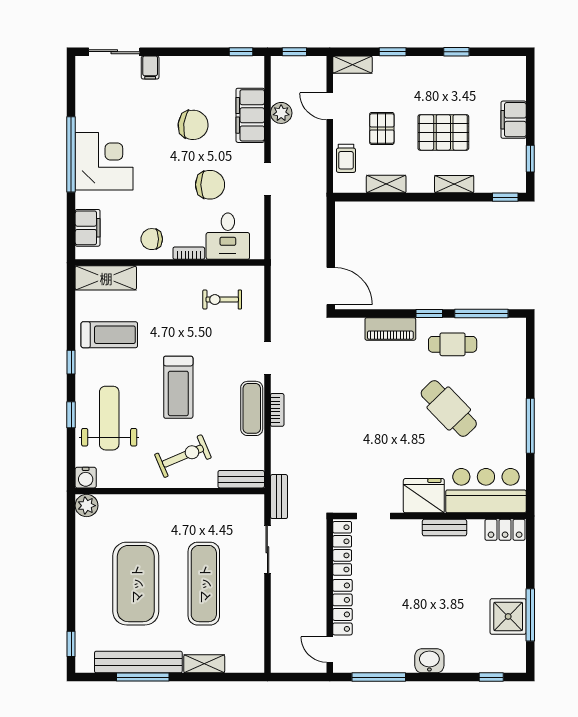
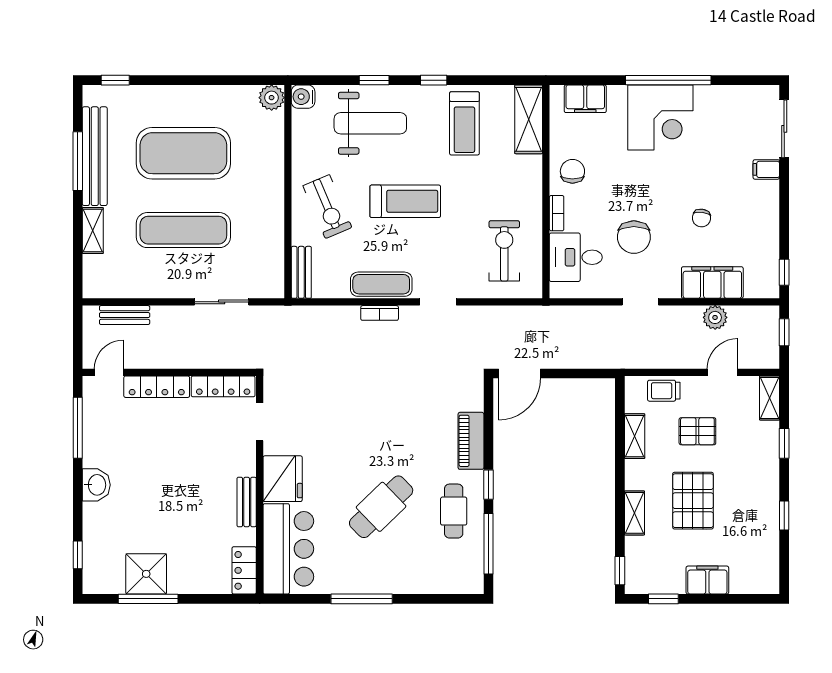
chair: (193, 125) -> (701, 218), width x0.54, depth x0.54
exercise bike: (222, 300) -> (504, 251), width x1.38, depth x1.39
treadmill: (178, 387) -> (405, 201), turned 180
bench: (279, 497) -> (125, 315), moved

